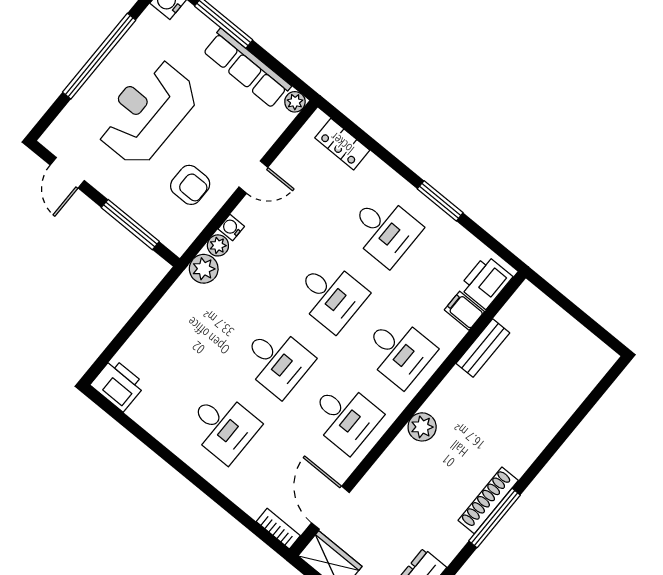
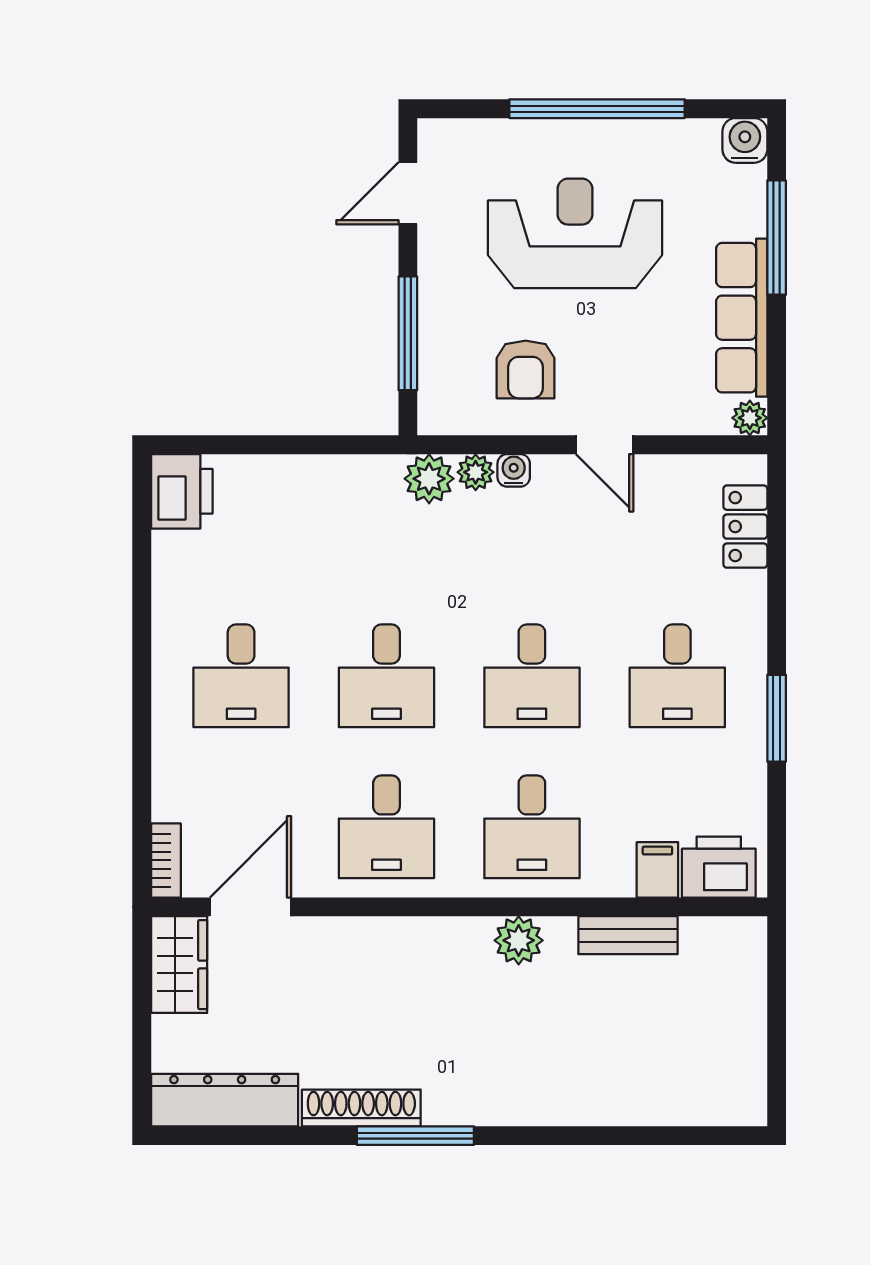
plant: (422, 427) -> (519, 940), moved
shoe rack: (488, 500) -> (361, 1108), moved

